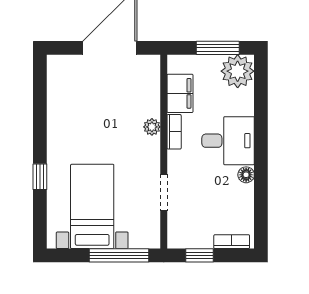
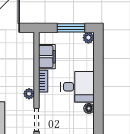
plant: (238, 71) -> (88, 38), width x0.53, depth x0.53
plant: (152, 127) -> (29, 94), moved

